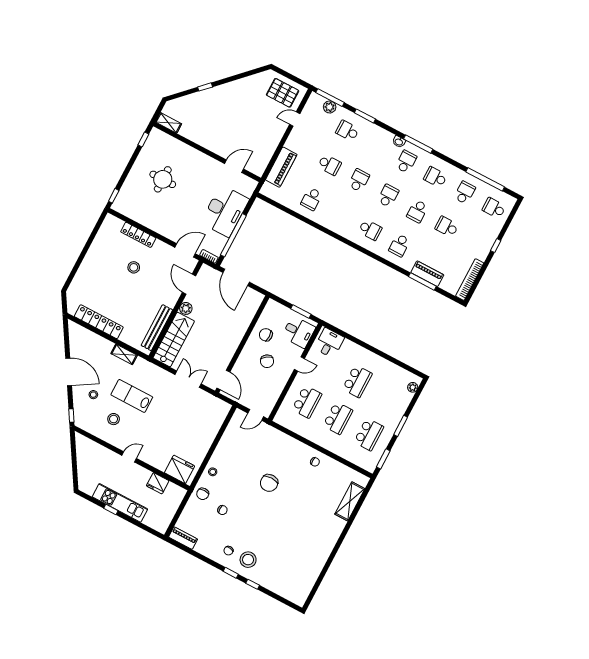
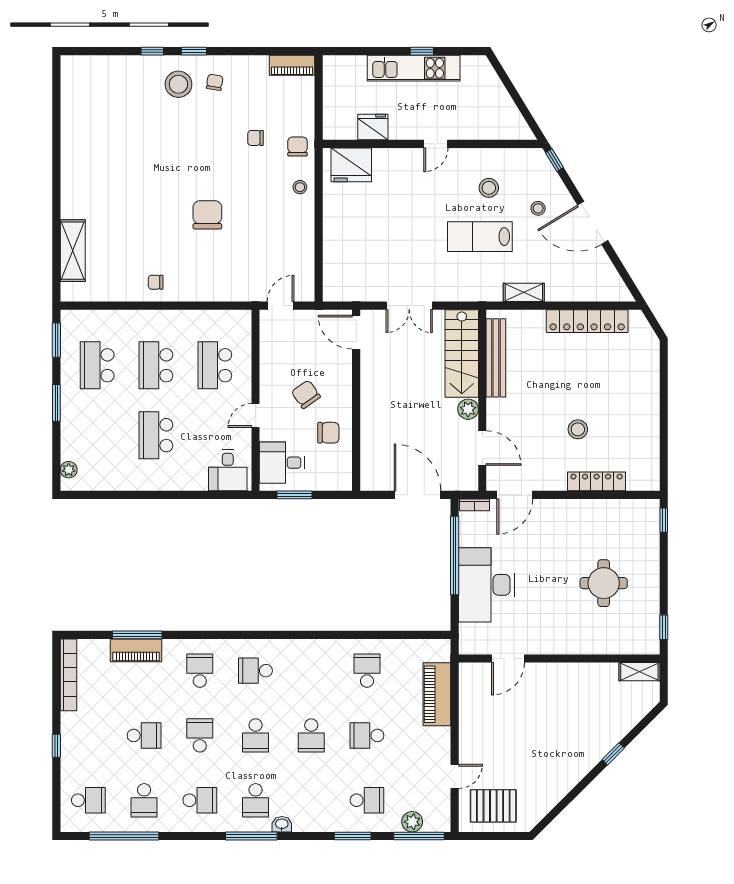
lab bench: (132, 396) -> (480, 237), turned 180

